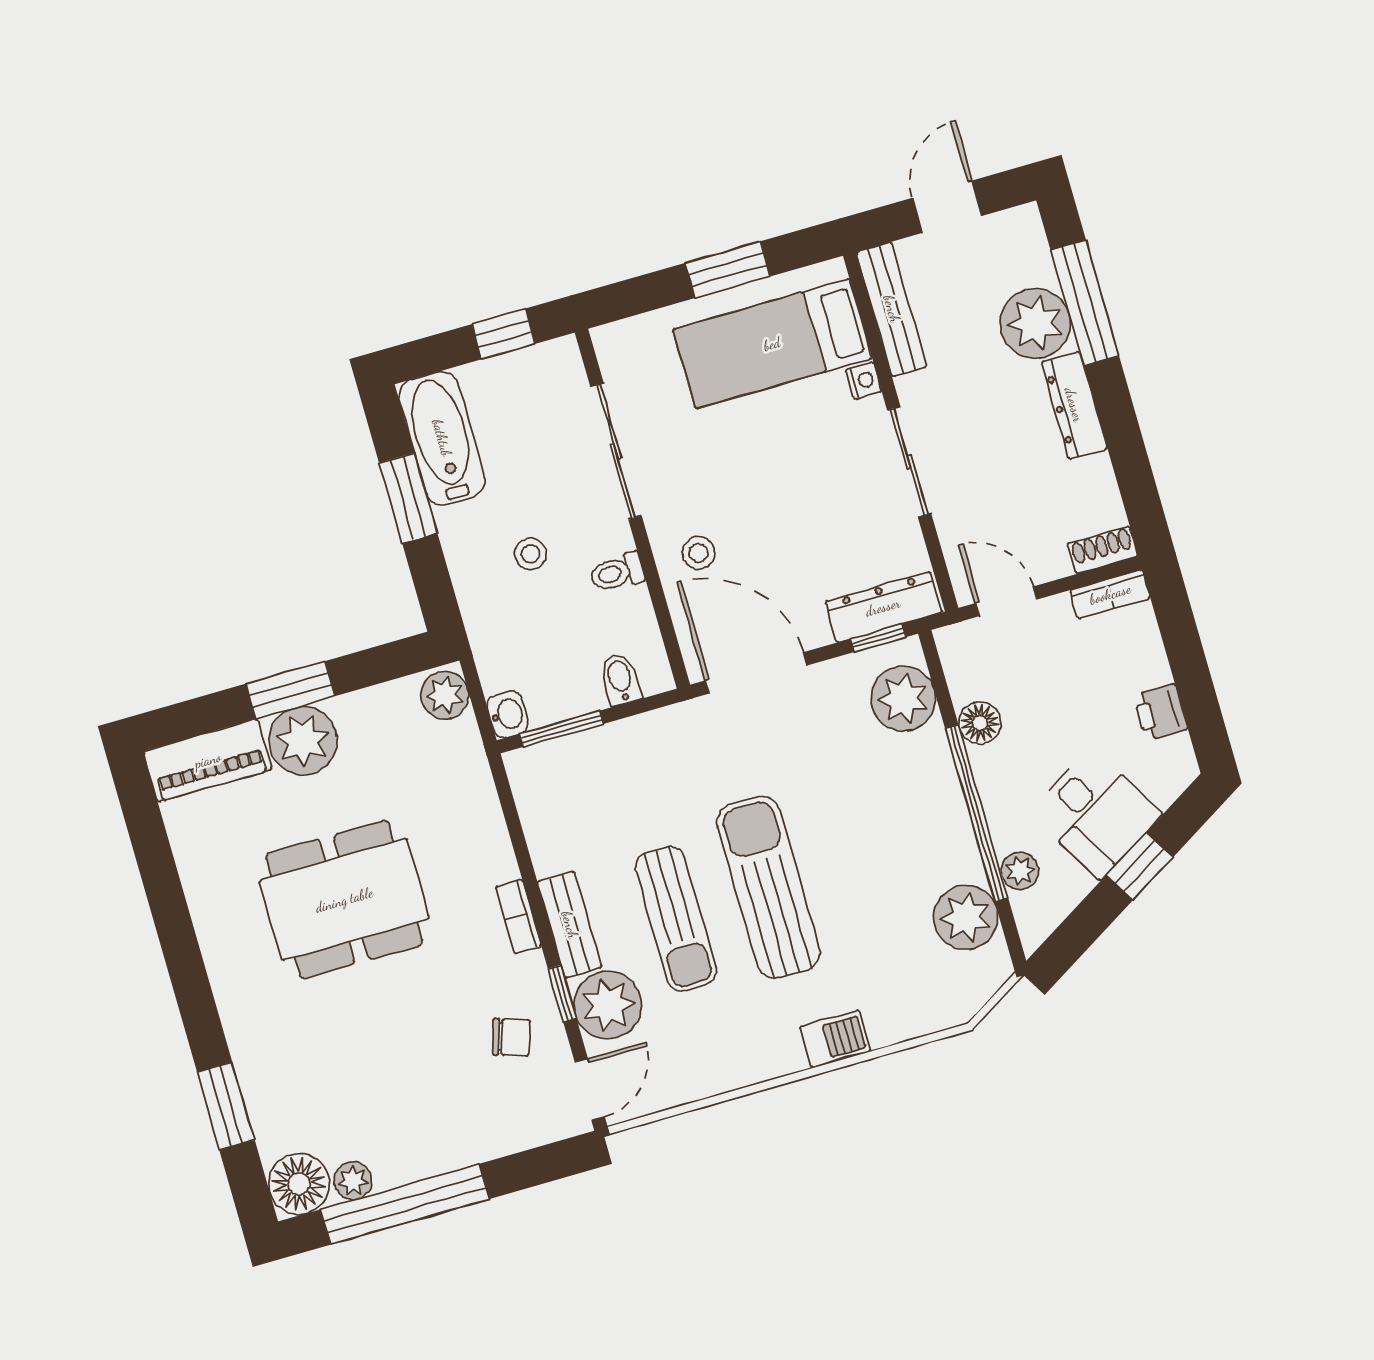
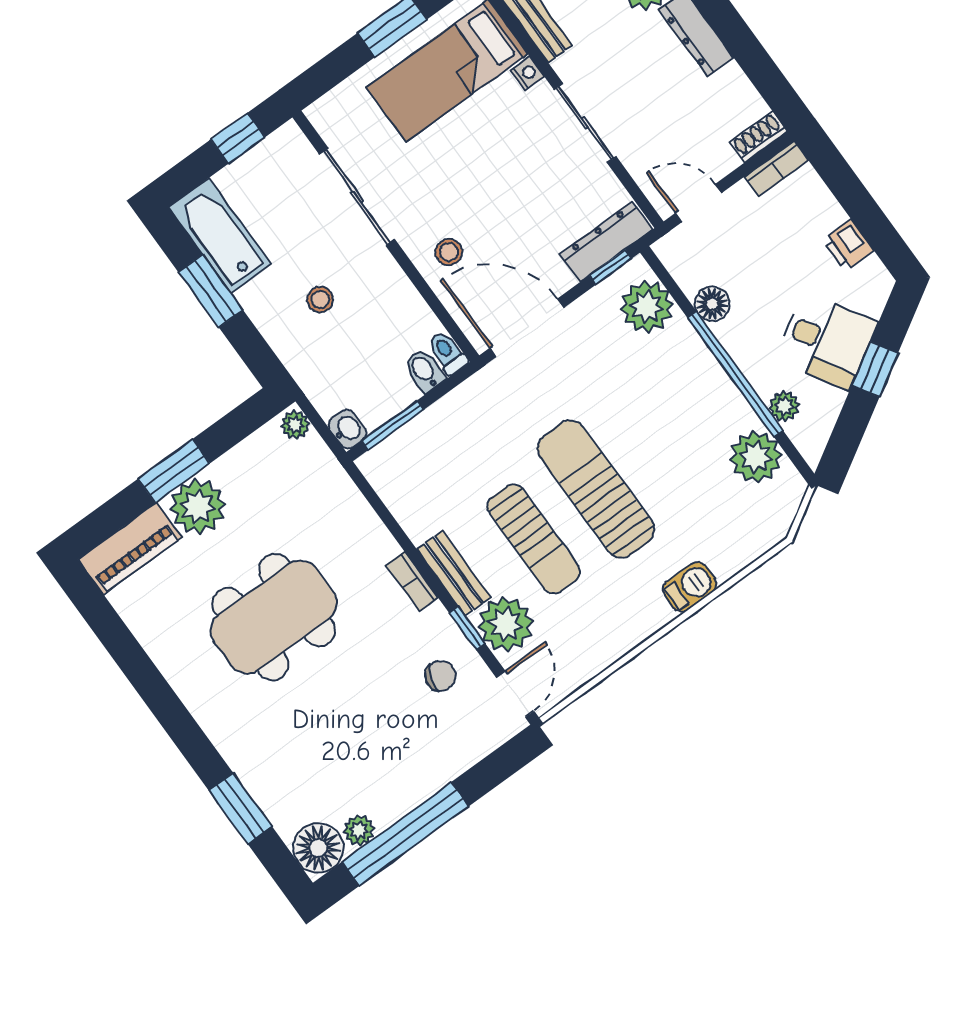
toilet: (617, 573) -> (447, 353), moved, turned 90
plant: (445, 695) -> (295, 425), width x0.73, depth x0.73

